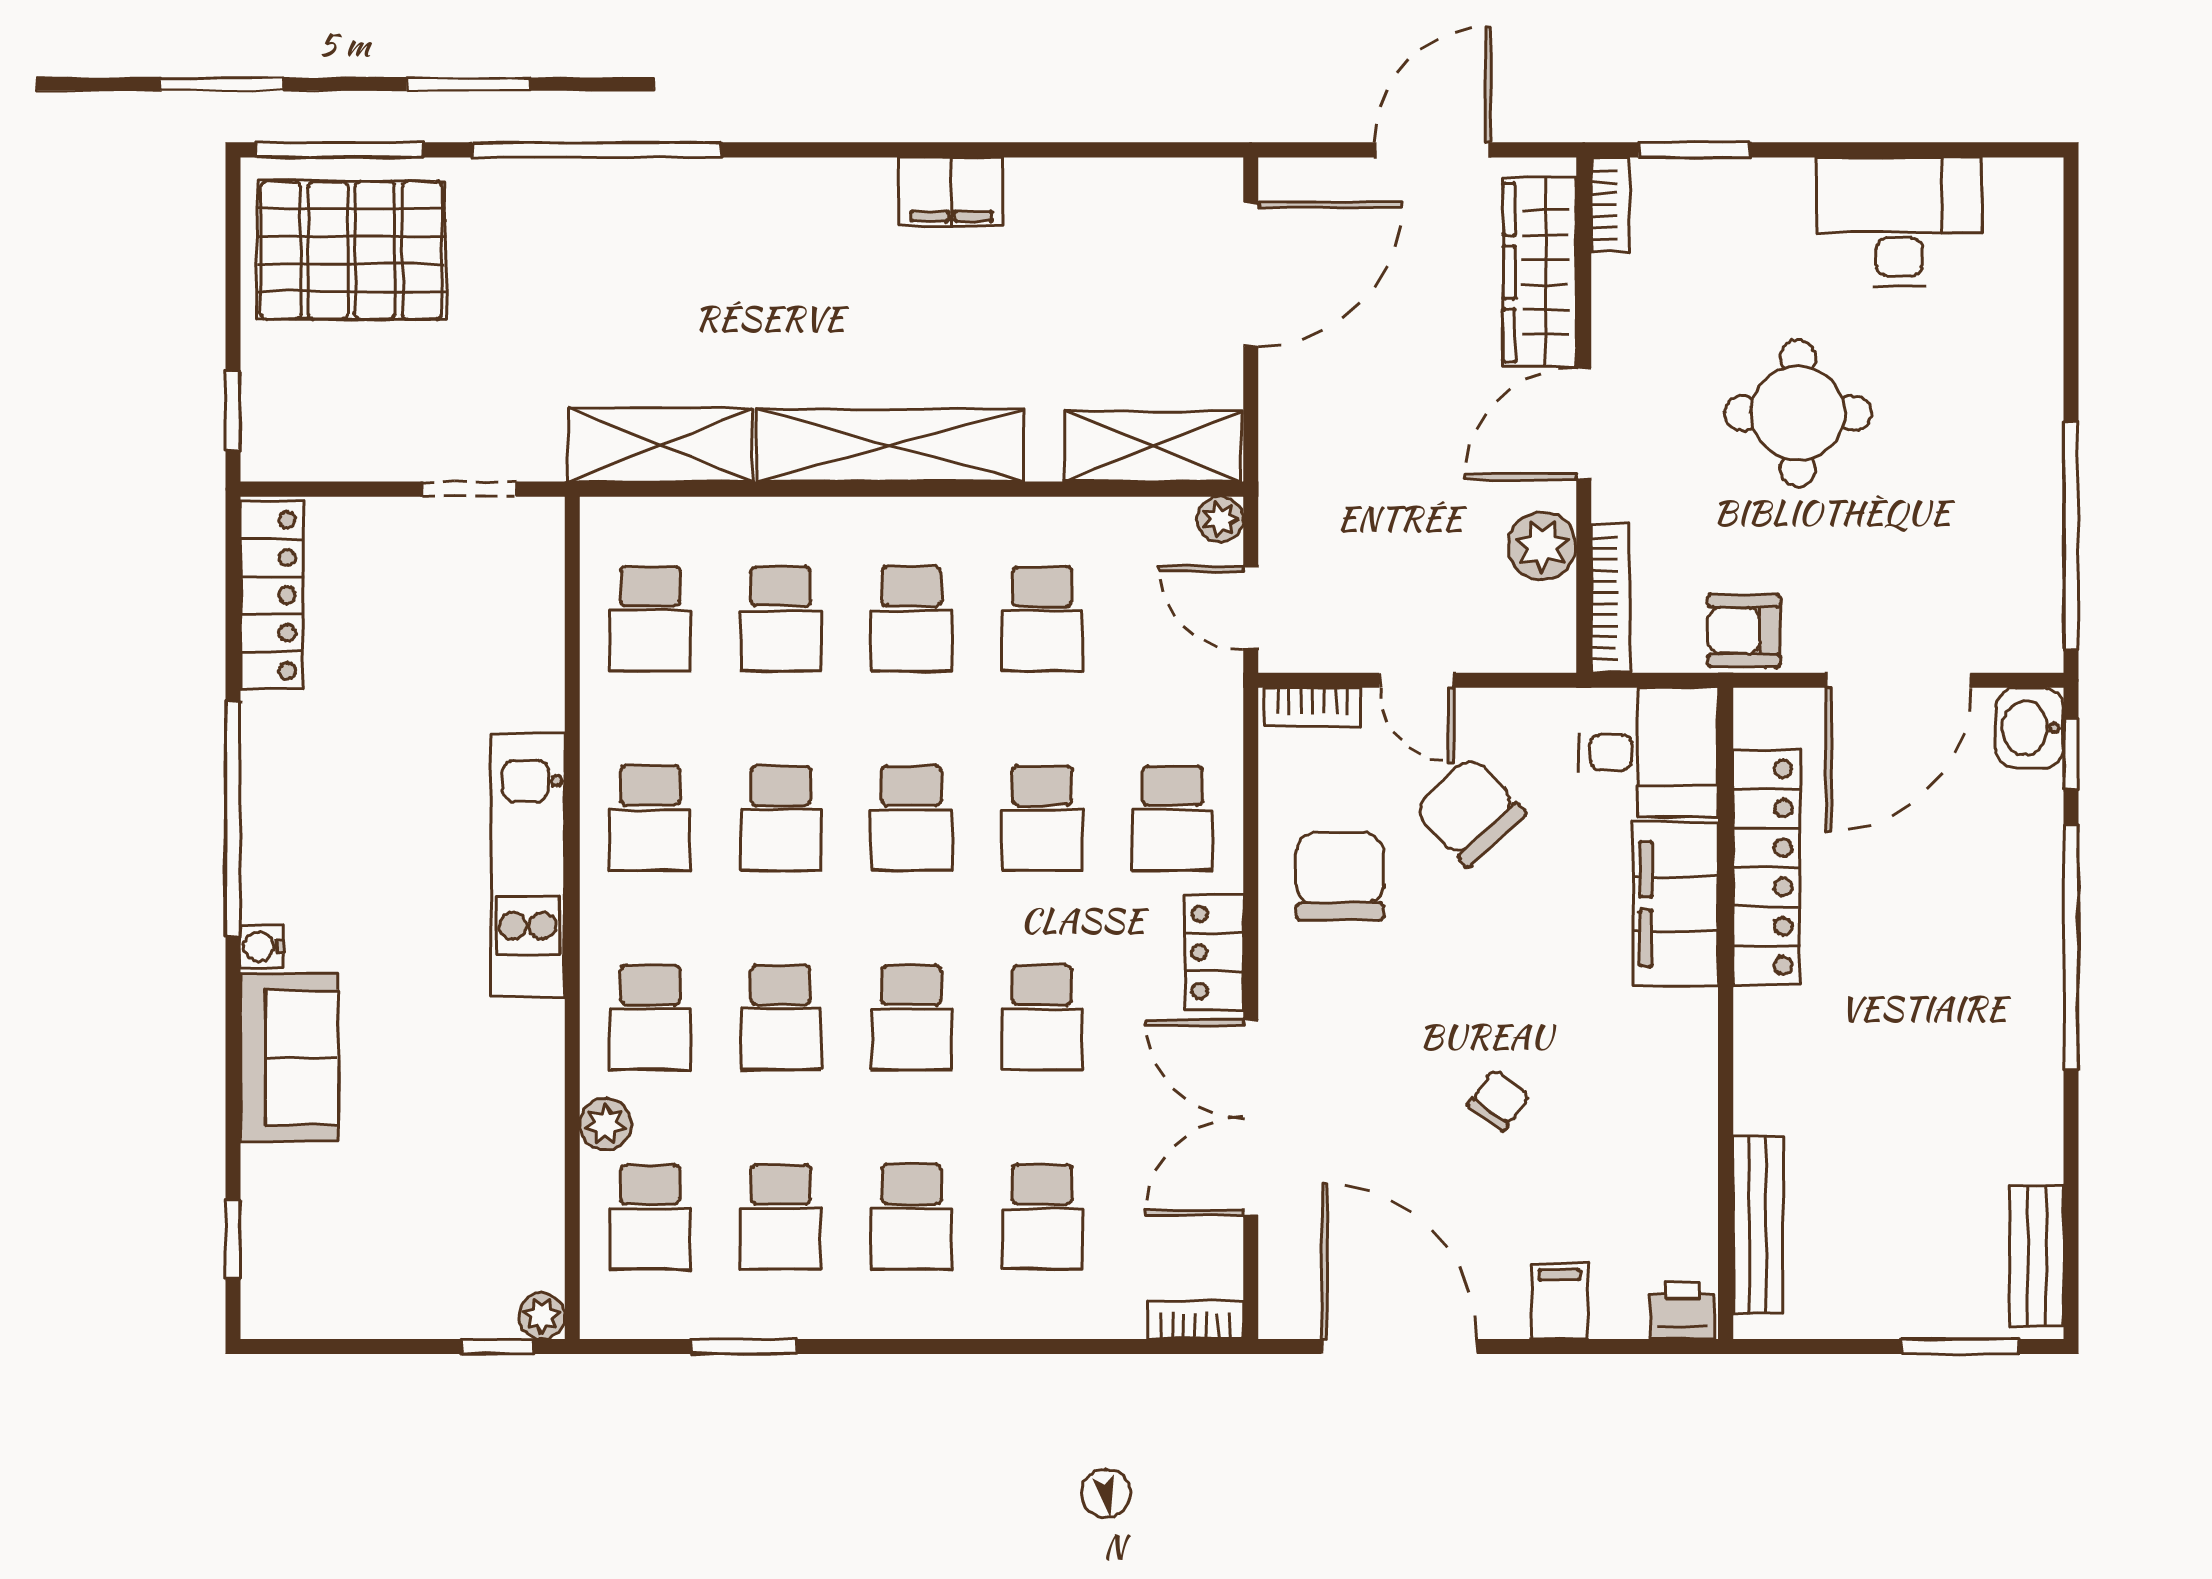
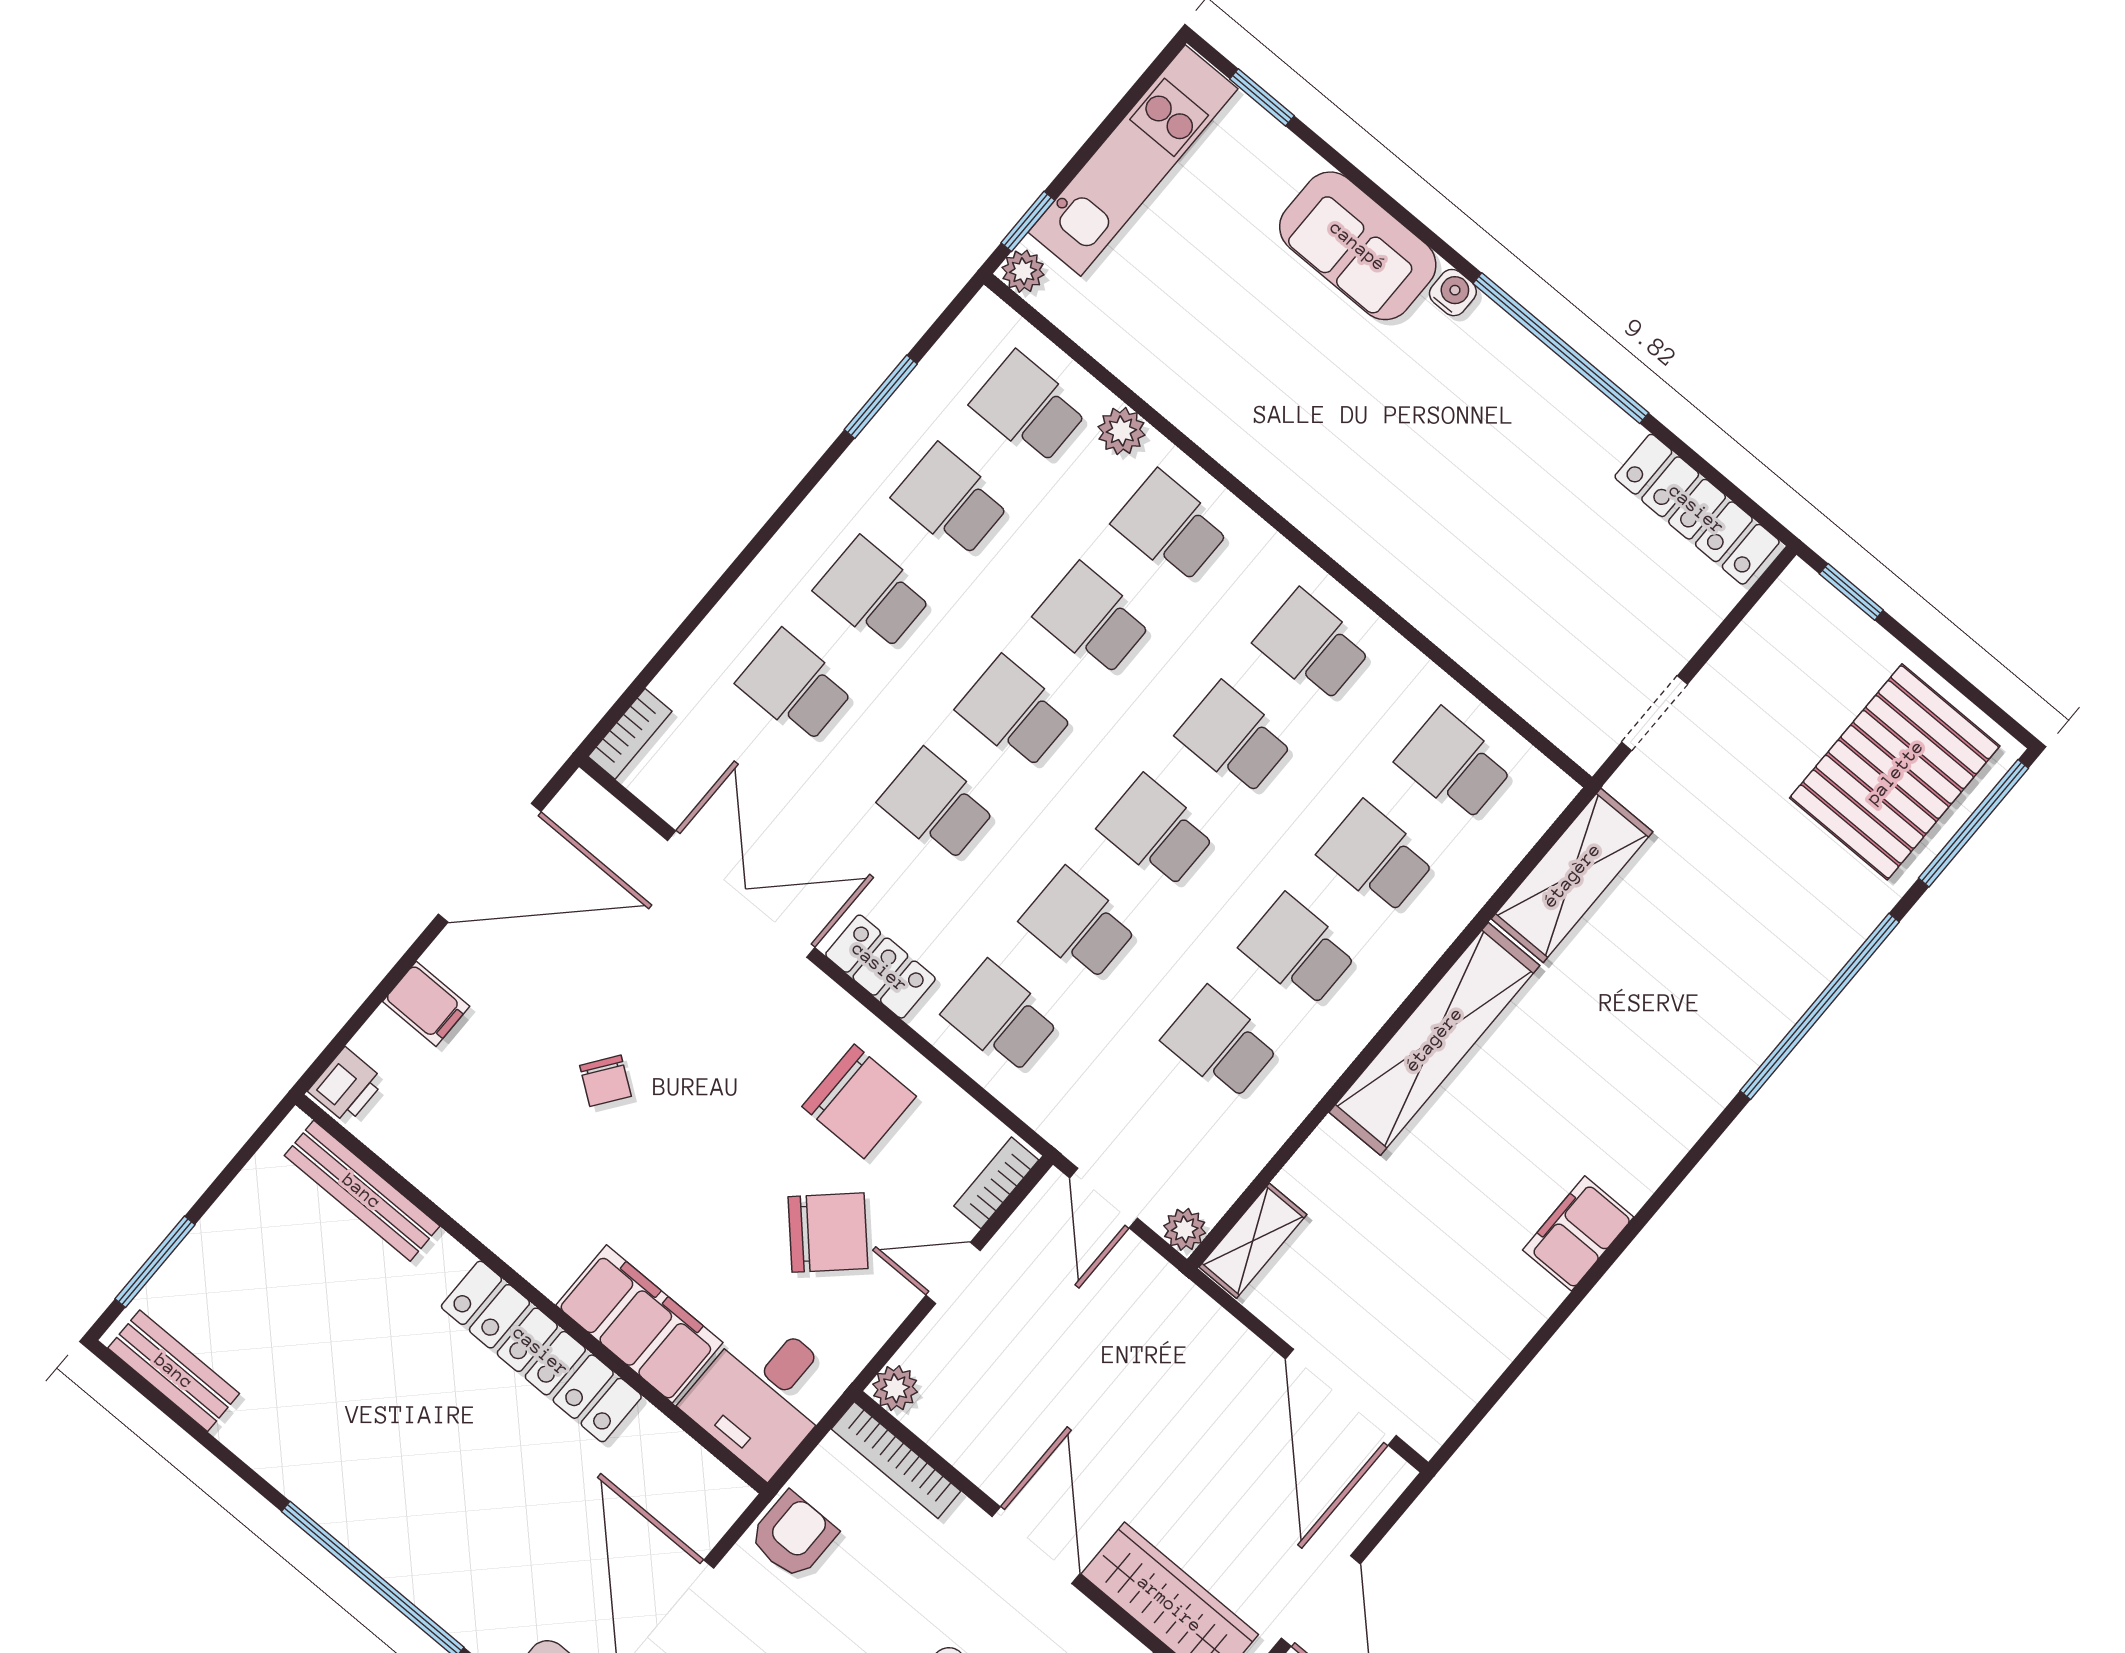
shelving: (1153, 446) -> (1253, 1241), width x0.67, depth x0.75
plant: (1543, 546) -> (895, 1388), moved, width x0.73, depth x0.73
door: (1251, 608) -> (1104, 1198), swing flipped
kitchen unit: (528, 865) -> (1133, 160), moved, turned 90
locker: (1766, 867) -> (541, 1351), moved

